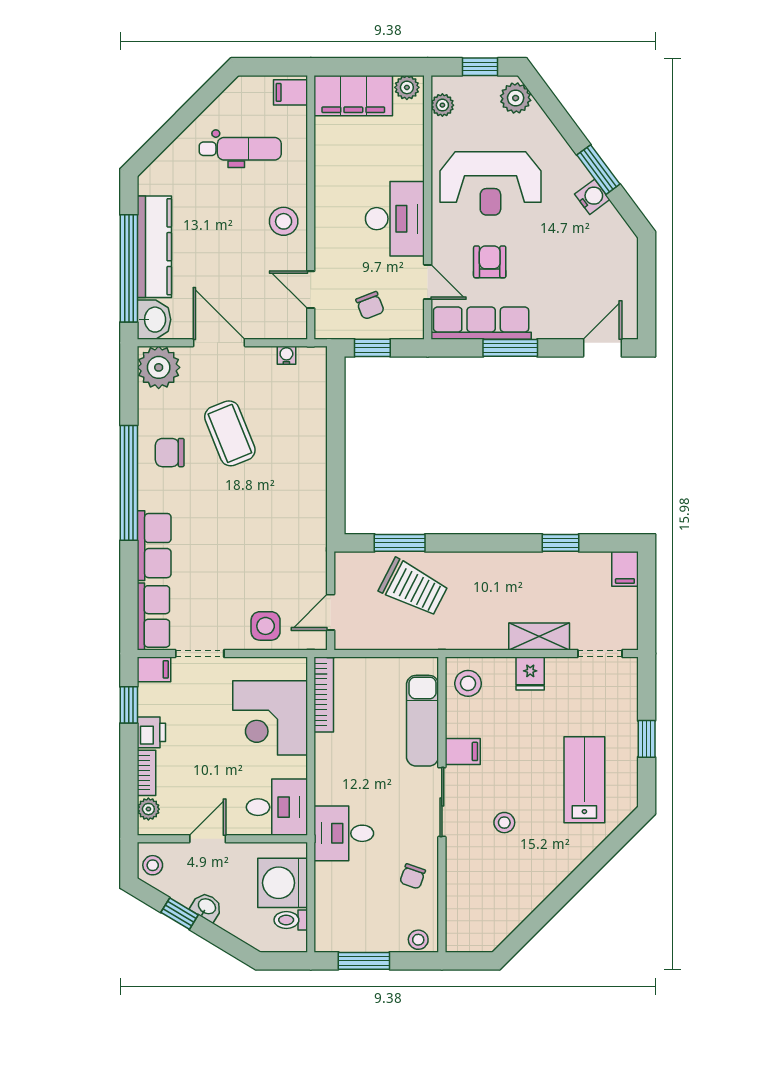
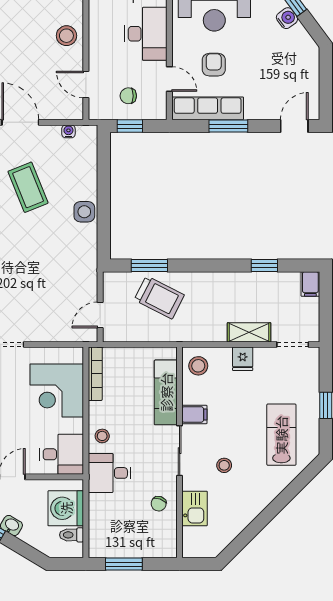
chair: (370, 305) -> (128, 96), turned 111
side table: (266, 626) -> (84, 212), moved
kitchen sink: (463, 883) -> (195, 508), added
stool: (418, 940) -> (102, 436), moved

